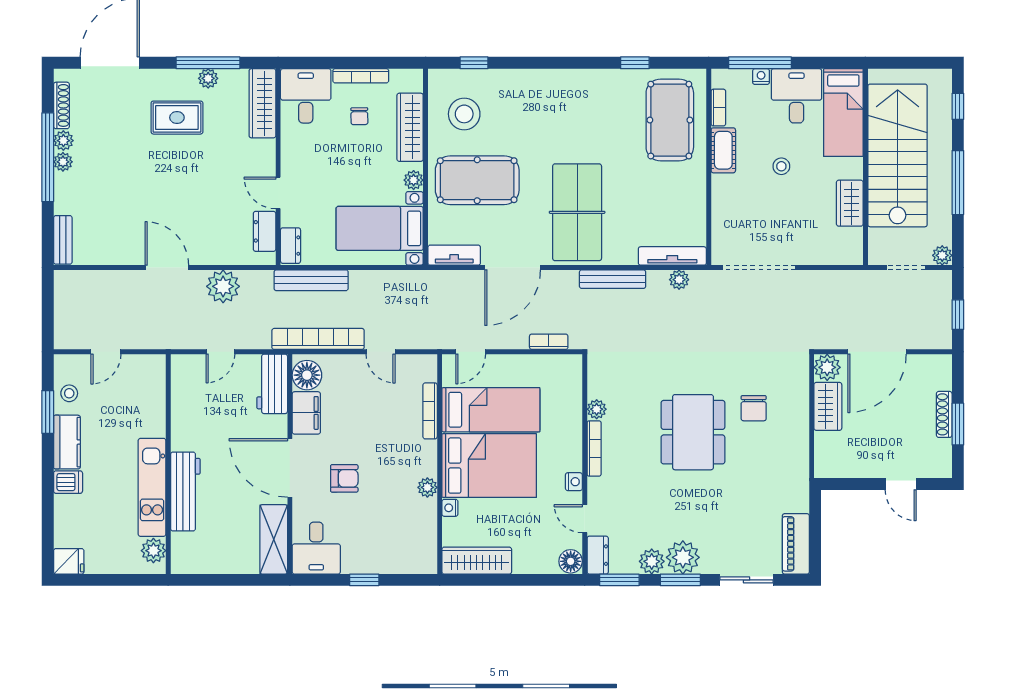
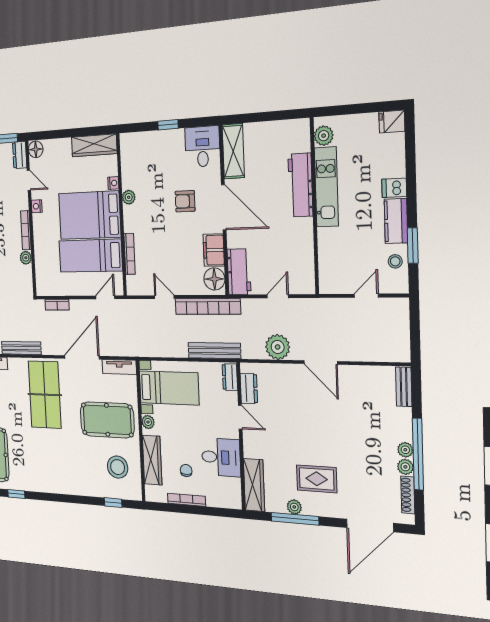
desk: (306, 96) -> (221, 457), moved, turned -90

